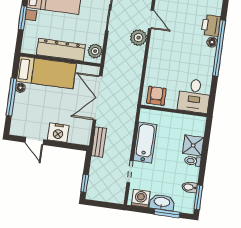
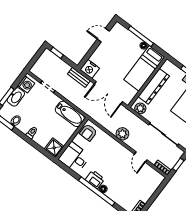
door: (151, 19) -> (141, 157), hinge flipped
printer: (211, 25) -> (95, 179), moved
plant: (138, 38) -> (122, 134), moved
armchair: (156, 96) -> (88, 132), turned 90
double door: (98, 98) -> (108, 93), swing flipped
nightstand: (58, 133) -> (90, 69), moved, turned -90
bathtub: (145, 143) -> (70, 114), moved
shower: (193, 145) -> (54, 148), moved

